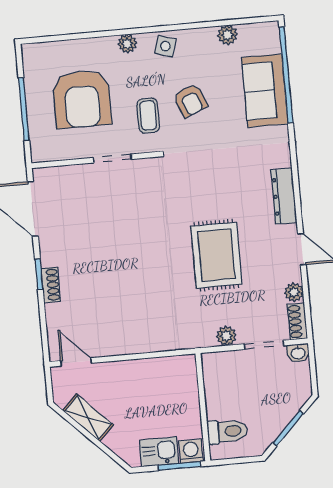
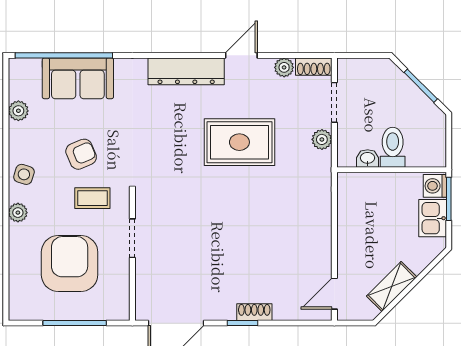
armchair: (82, 99) -> (70, 263), turned -90
dresser: (284, 196) -> (186, 71), width x1.37, depth x1.24
washbasin: (298, 353) -> (368, 158), moved, turned -90
toilet: (227, 431) -> (393, 147), moved

